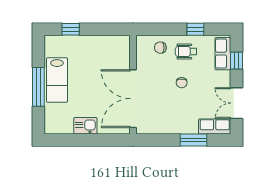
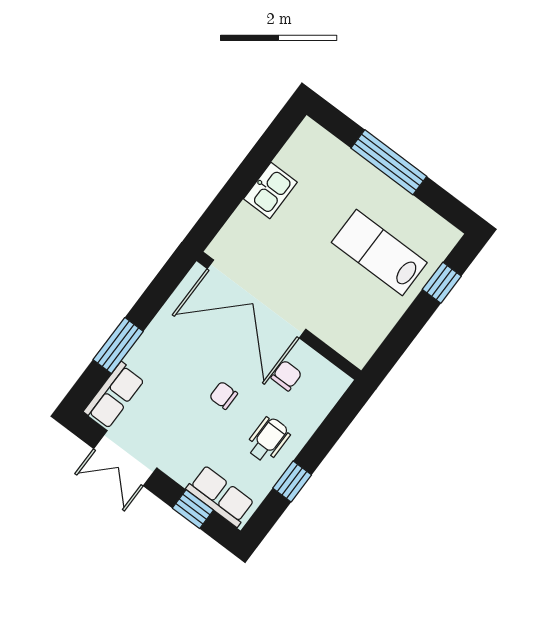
chair: (160, 48) -> (286, 376), moved
lab bench: (57, 80) -> (379, 253), moved
double door: (133, 99) -> (256, 299), swing flipped
double door: (236, 103) -> (125, 458), swing flipped

